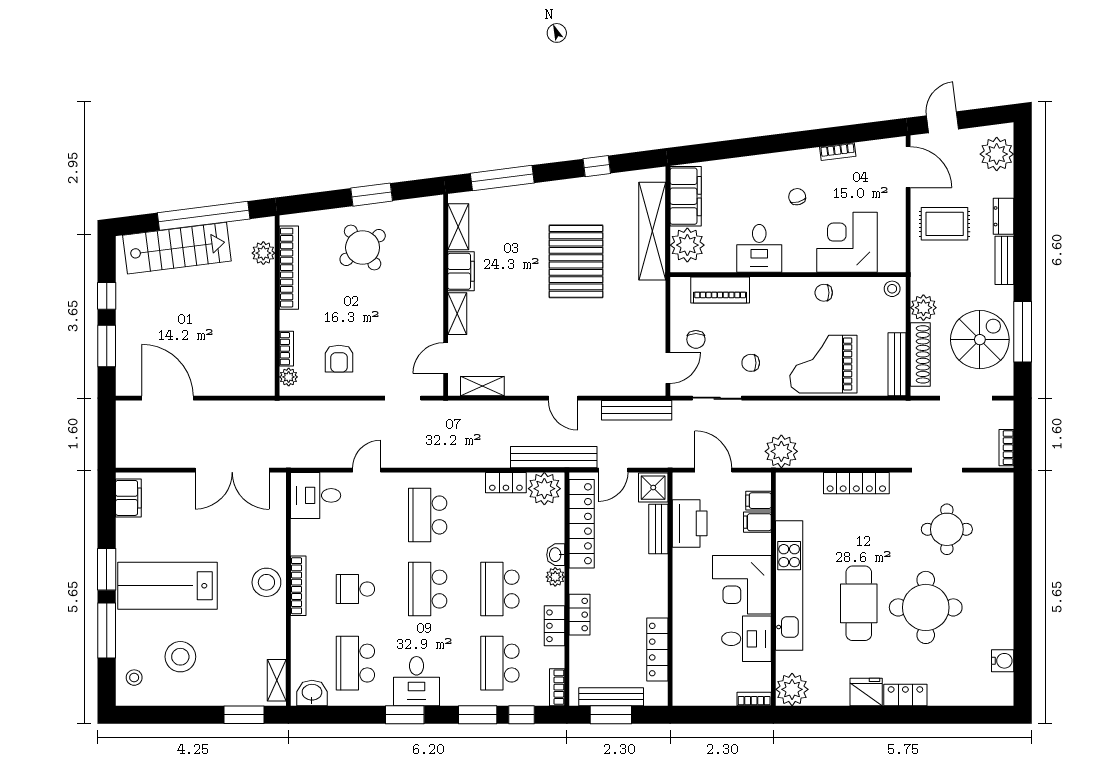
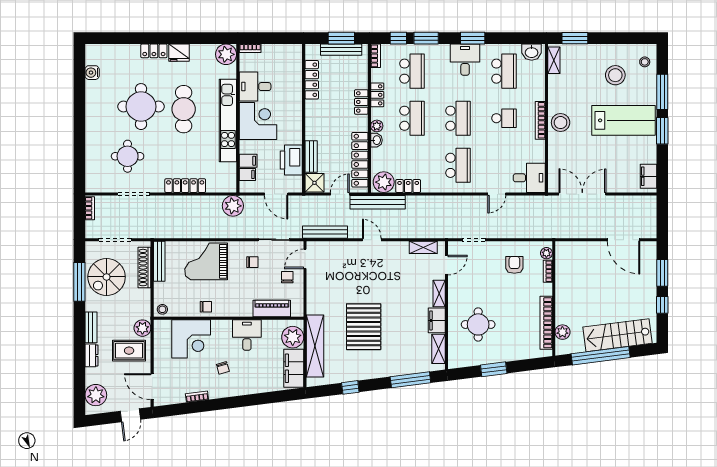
round table: (363, 248) -> (478, 324), moved, turned 36
plant: (923, 308) -> (142, 328), moved
grand piano: (823, 364) -> (206, 261), turned 180

